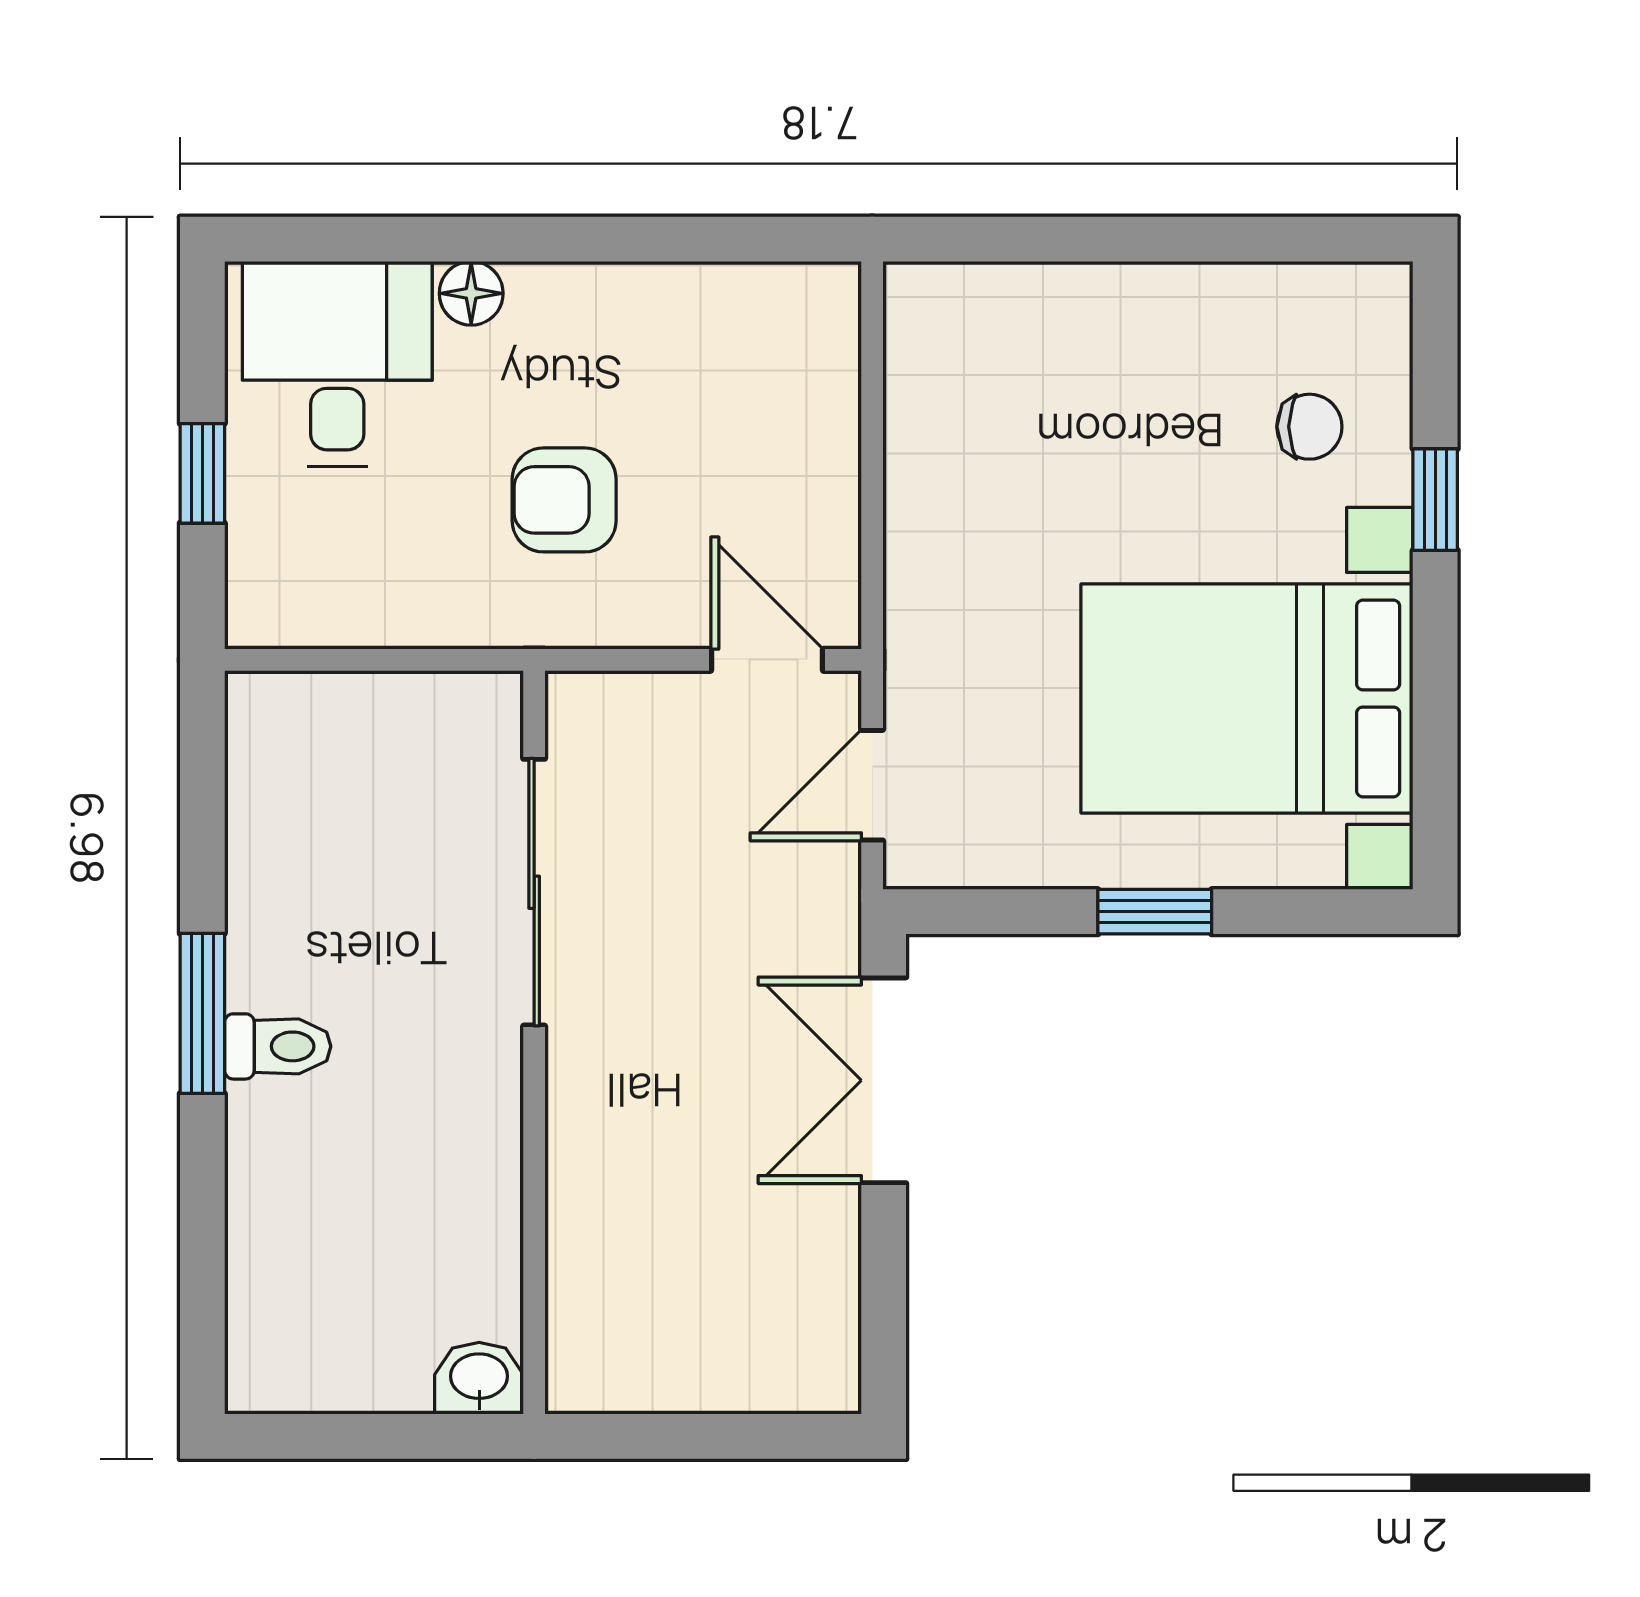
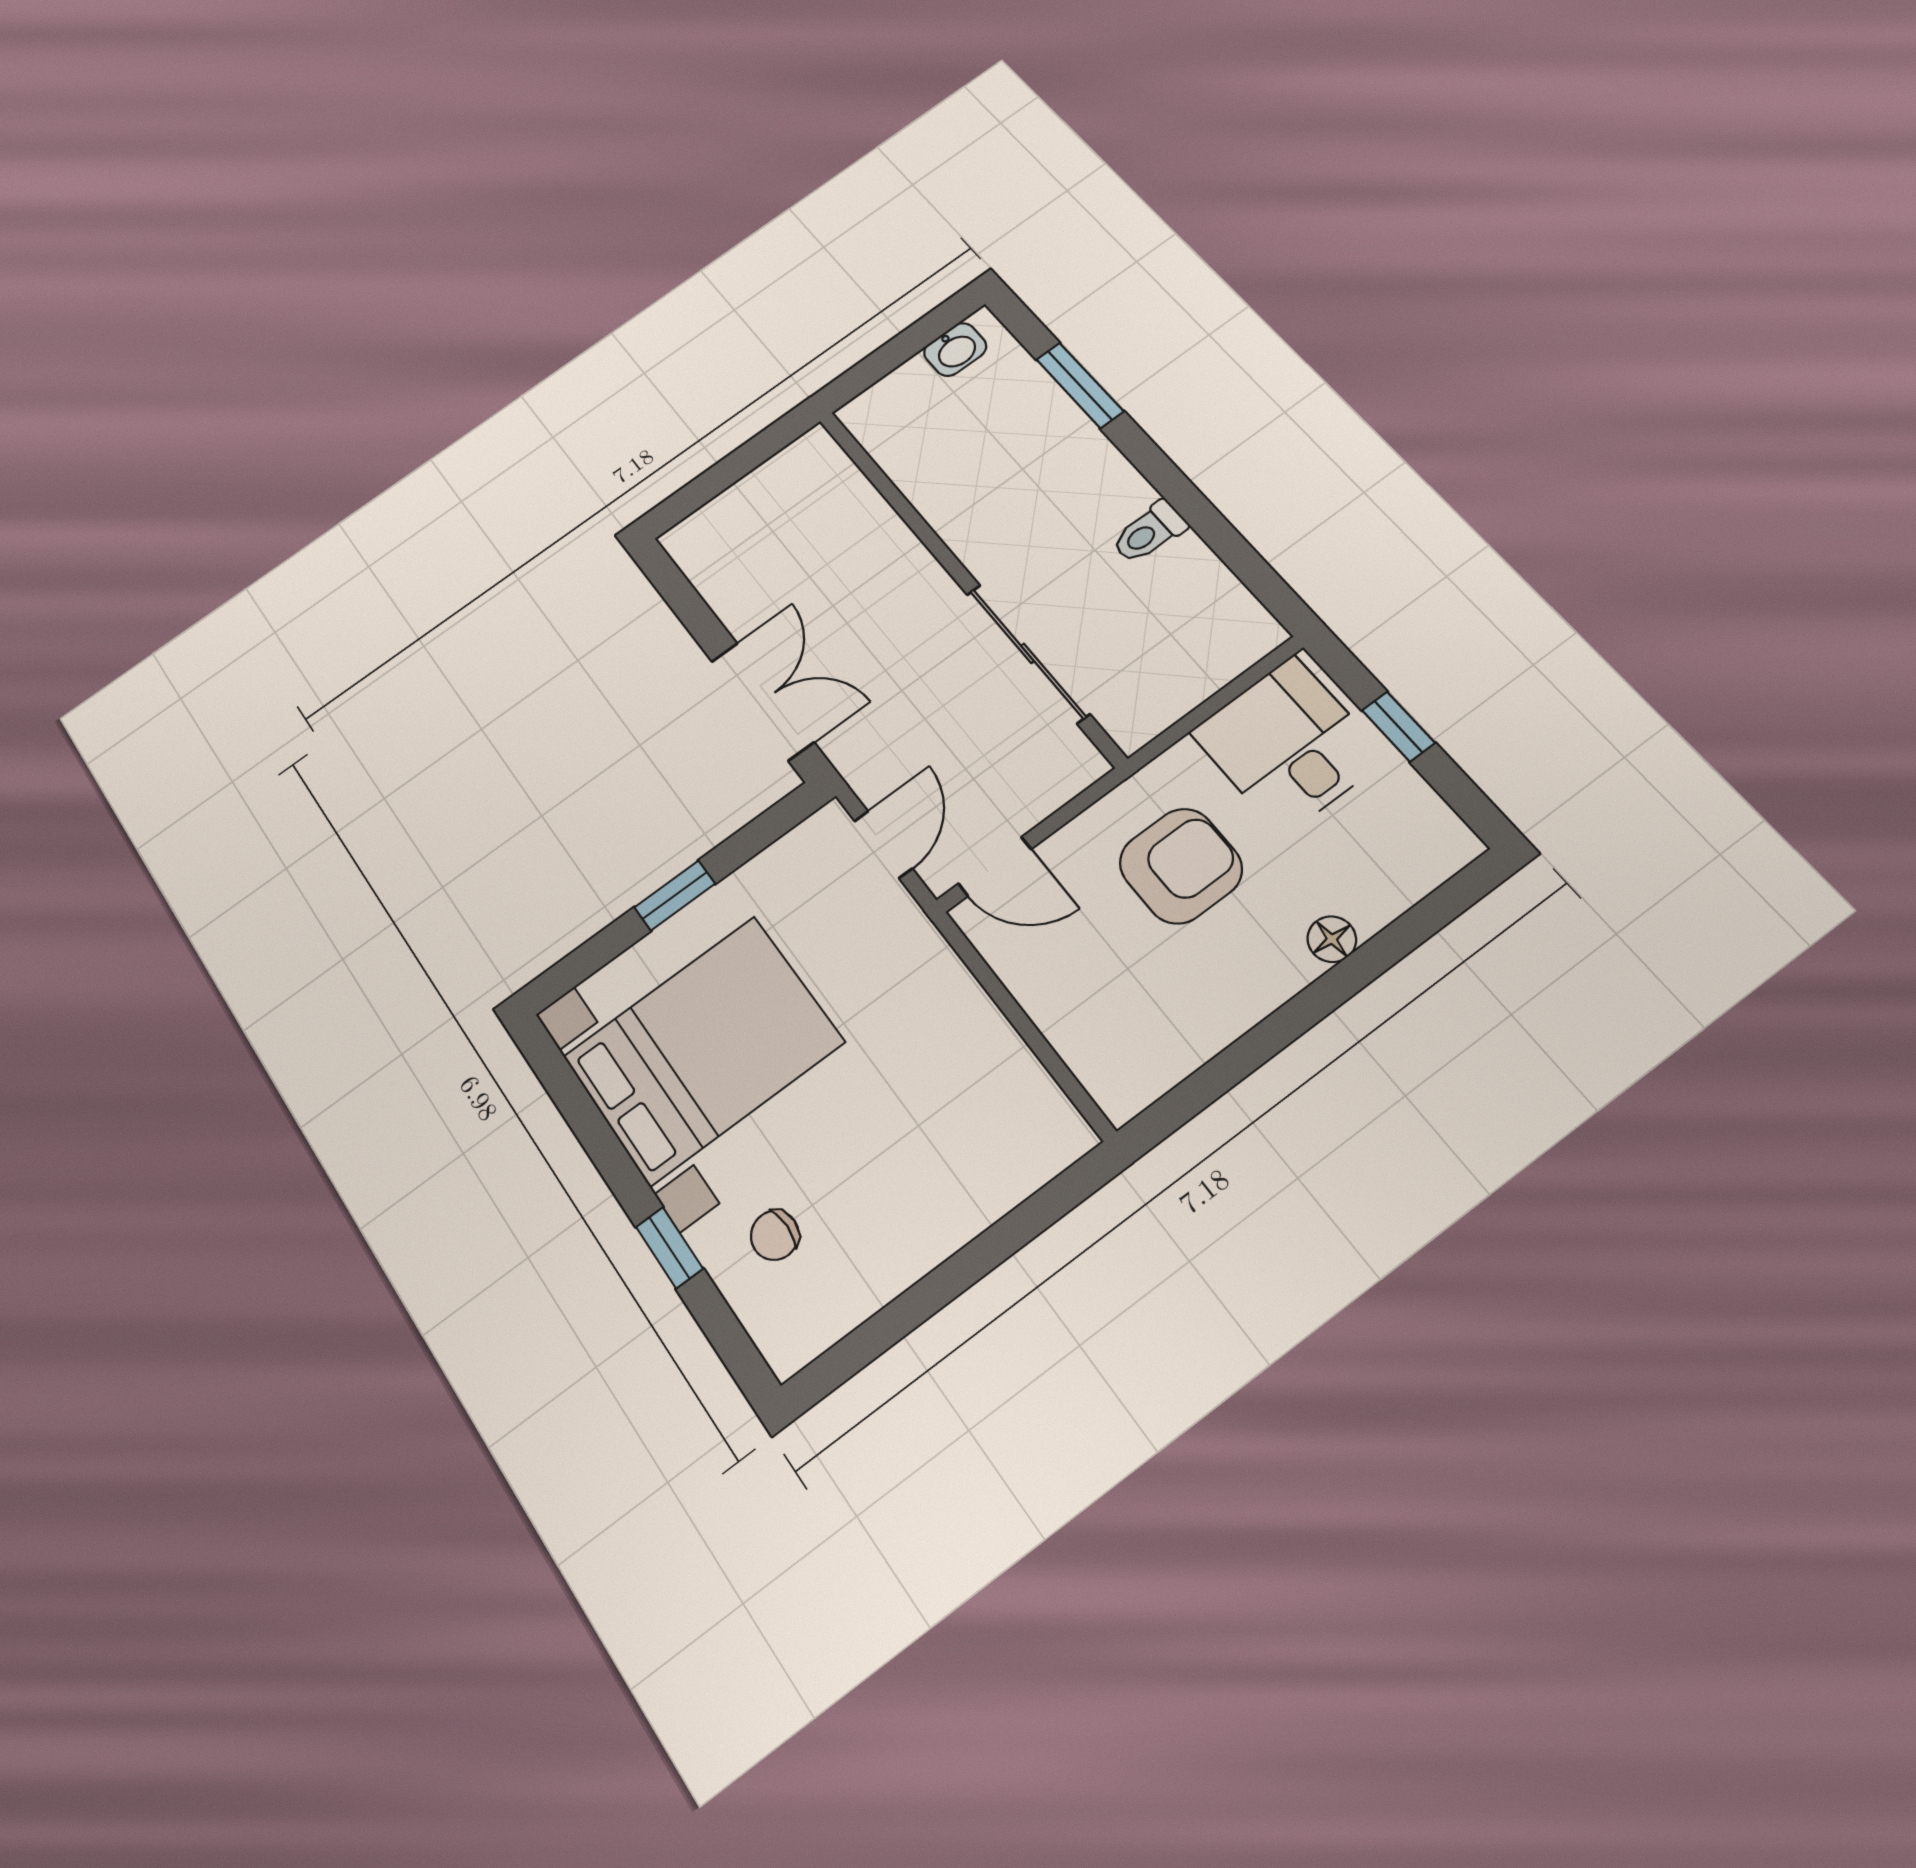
desk: (337, 364) -> (1288, 745), moved, turned 180
armchair: (564, 500) -> (1181, 866), width x1.38, depth x1.38
window: (202, 1013) -> (1080, 385), moved
toilet: (278, 1046) -> (1149, 532), moved
washbasin: (479, 1378) -> (955, 349), moved

